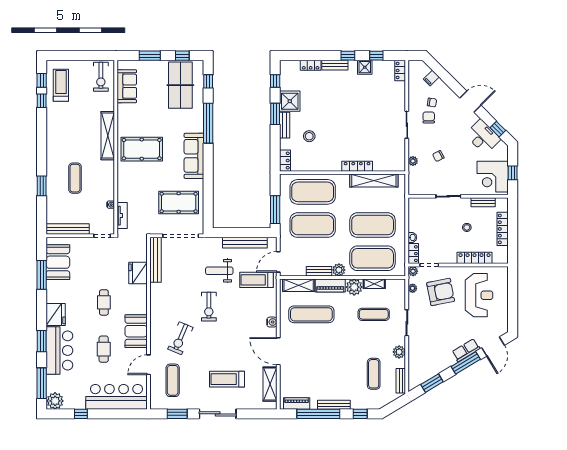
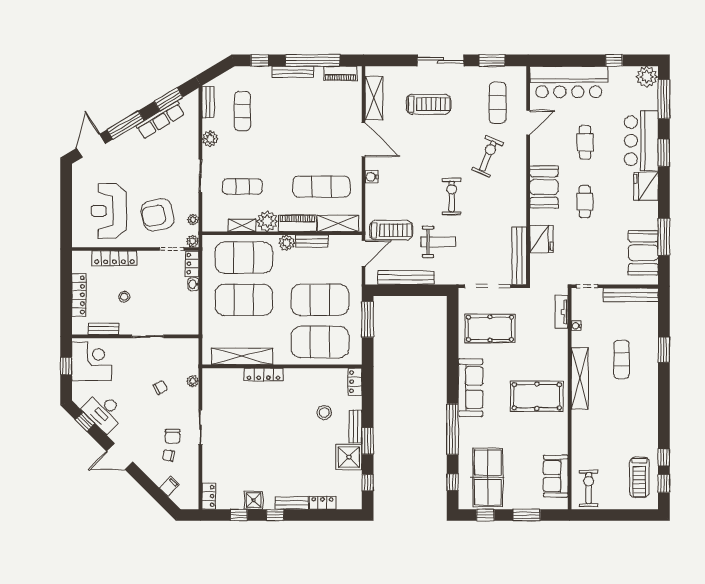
shelving: (108, 136) -> (580, 378), moved
booth: (136, 331) -> (544, 187), moved
row of seats: (466, 350) -> (160, 120), moved, width x1.48

